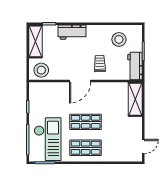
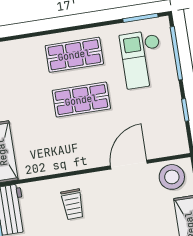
door: (80, 81) -> (129, 165), moved
checkout: (48, 139) -> (142, 59), width x0.73, depth x0.83

